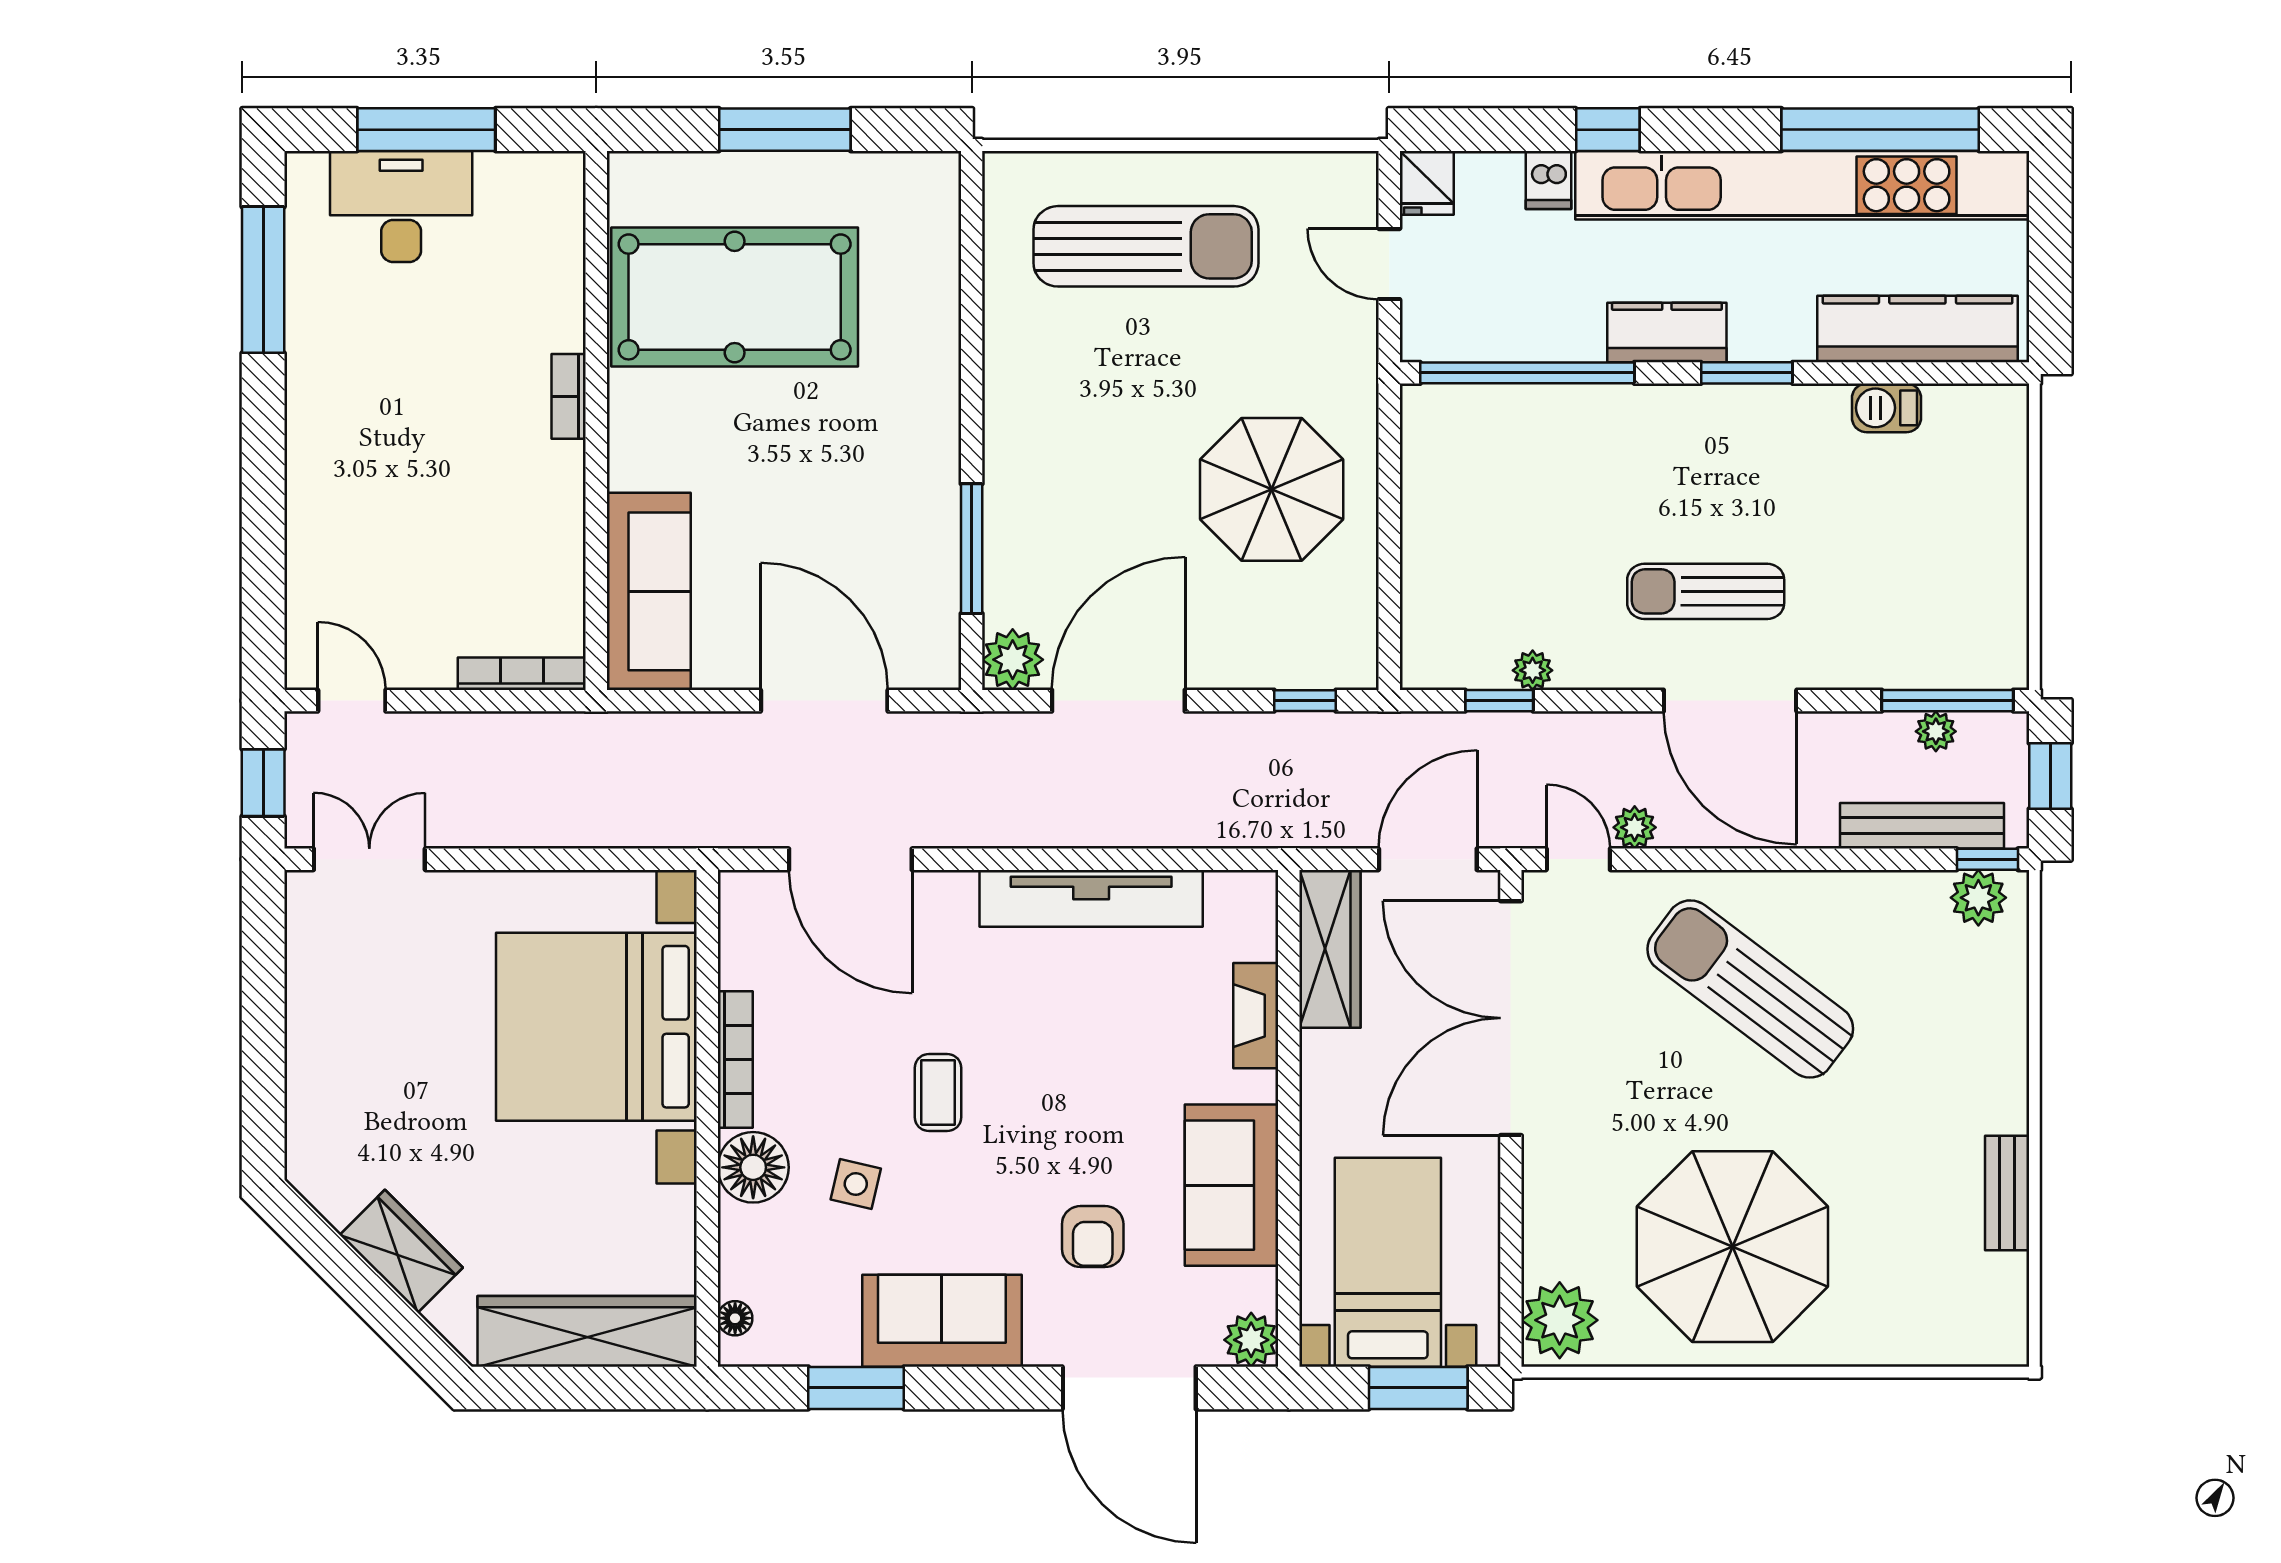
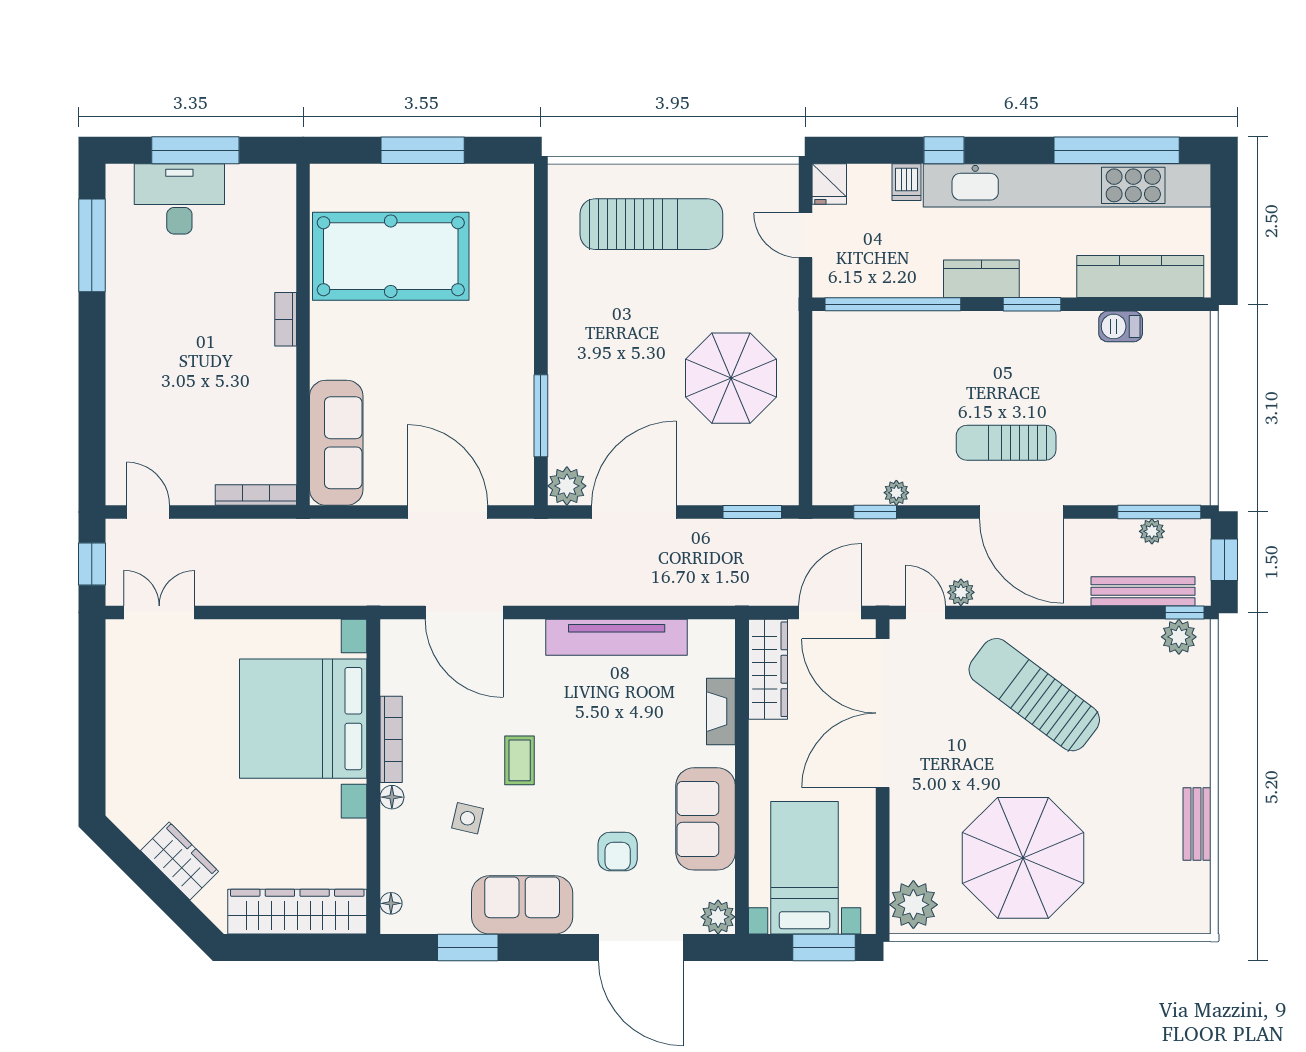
window: (1305, 701) -> (752, 512), width x1.50
floor lamp: (753, 1167) -> (392, 797), width x0.53, depth x0.53

